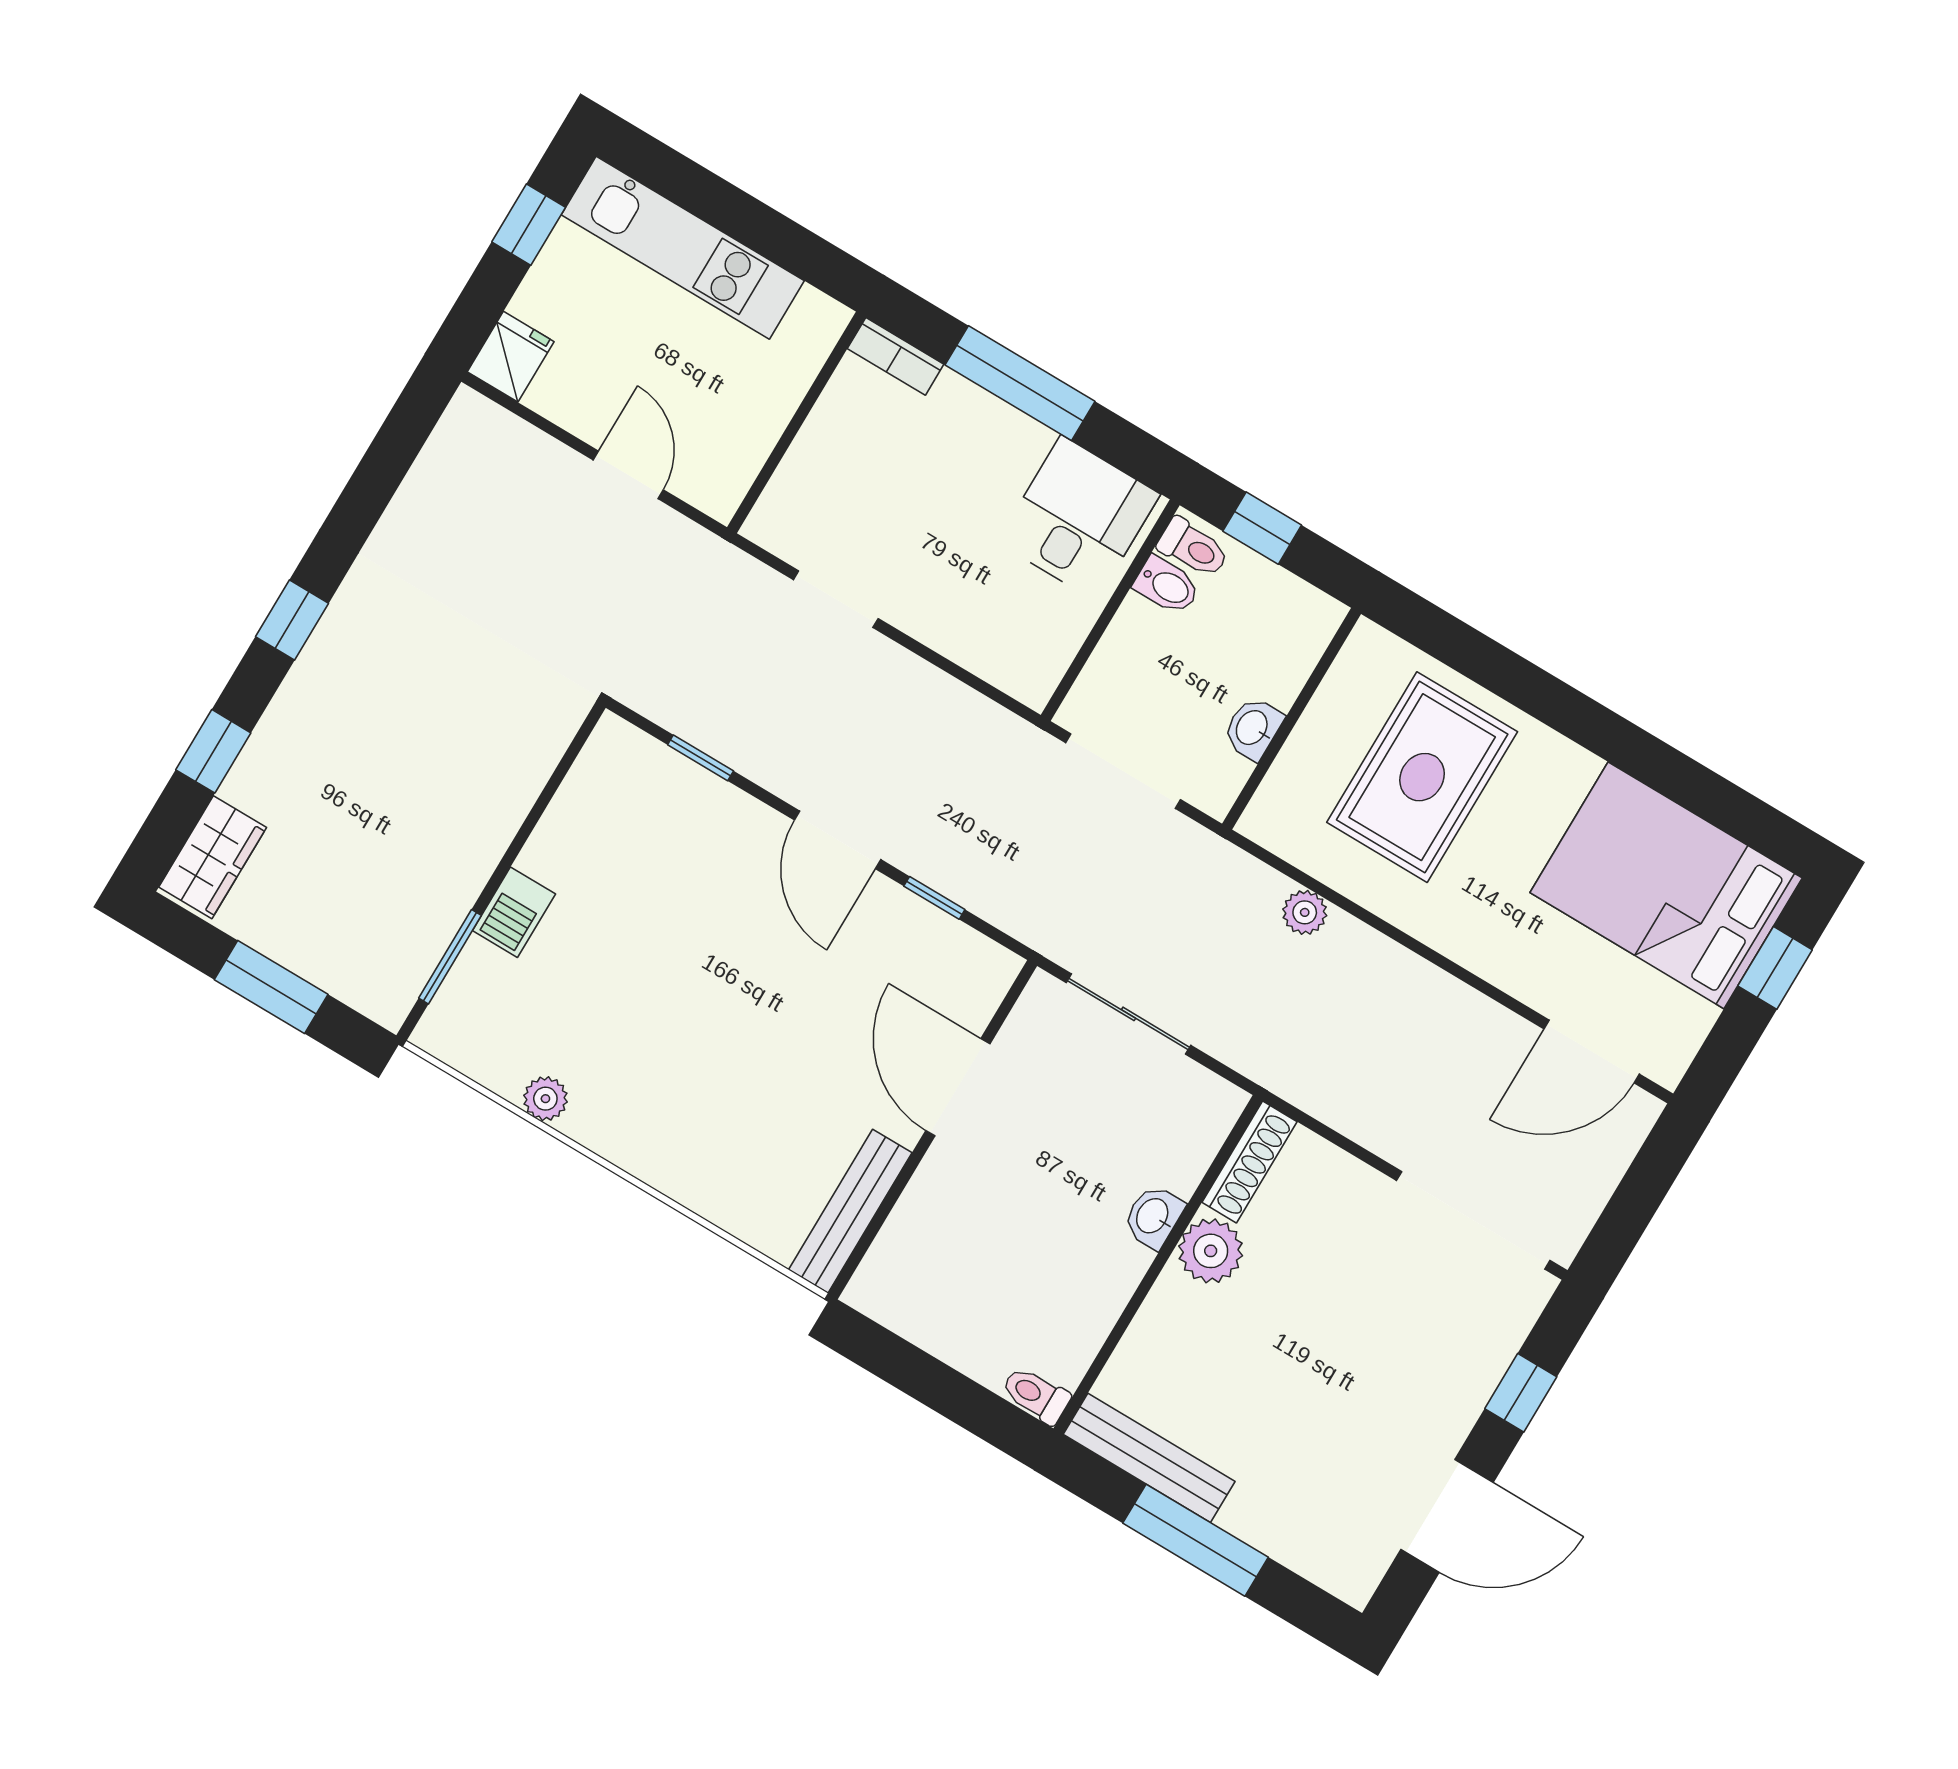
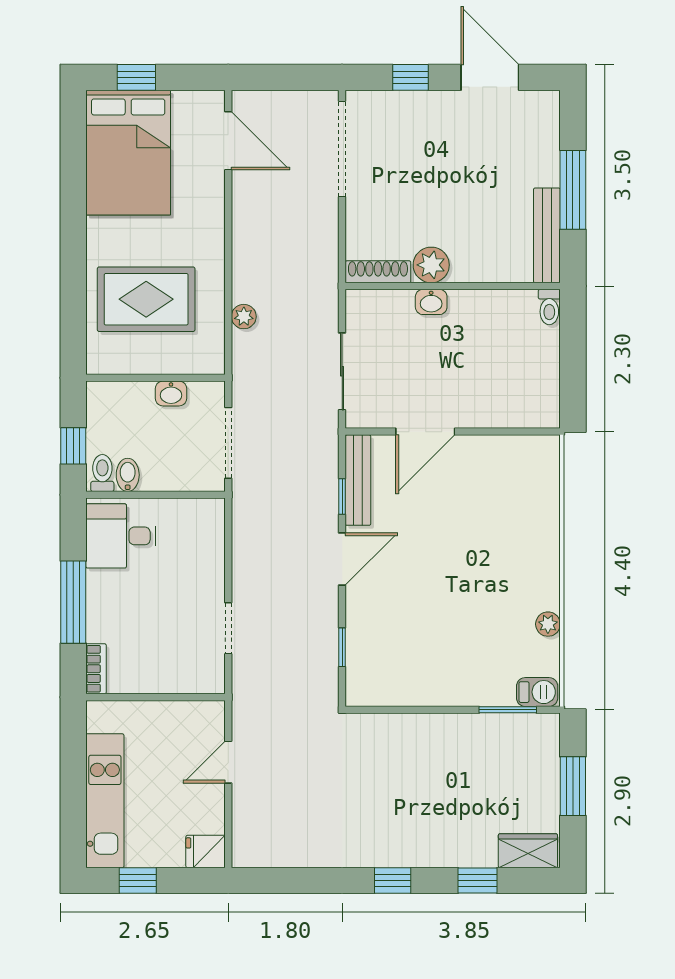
barbecue: (514, 912) -> (537, 692), moved
bench: (850, 1211) -> (358, 480), moved, turned 90

